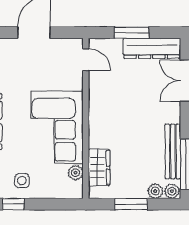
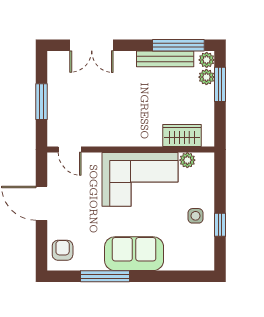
dresser: (152, 48) -> (58, 81), removed
door: (86, 60) -> (70, 149), swing flipped
window: (131, 204) -> (220, 84), moved

